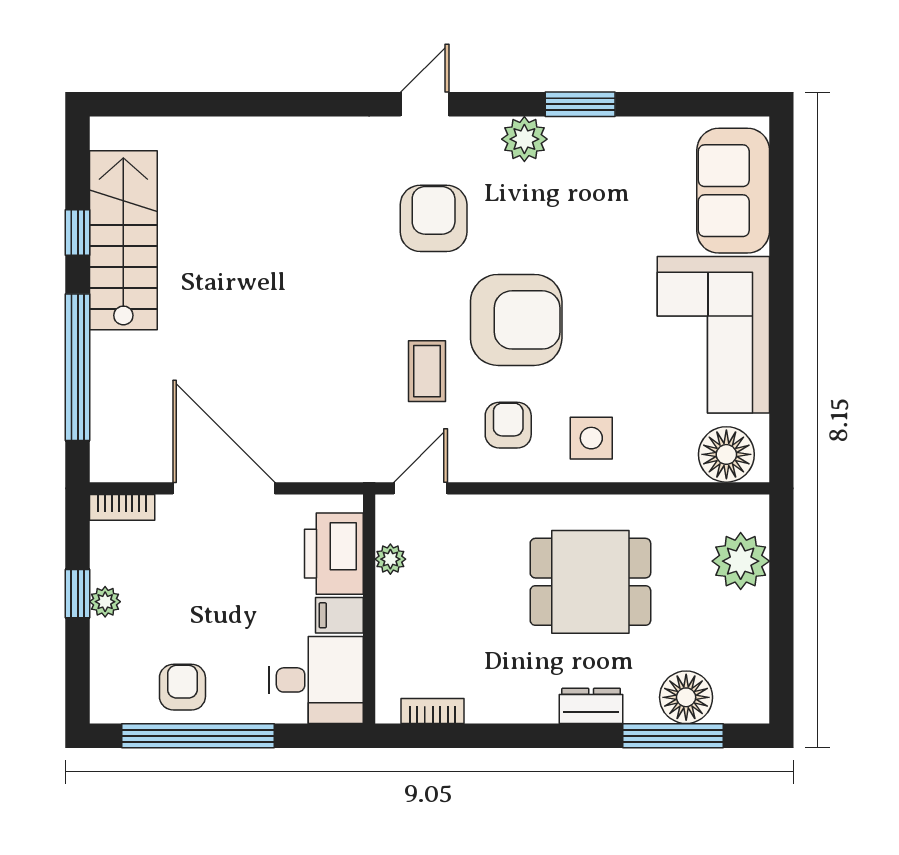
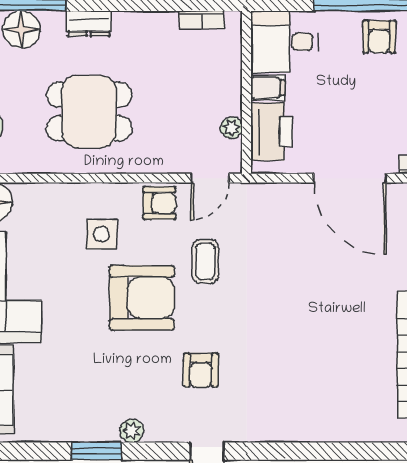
plant: (524, 139) -> (132, 431), width x0.73, depth x0.73
armchair: (434, 218) -> (201, 370), width x0.72, depth x0.72
armchair: (516, 320) -> (142, 298), turned 180
armchair: (508, 425) -> (159, 203), moved, turned -90
side table: (591, 438) -> (102, 234), moved

